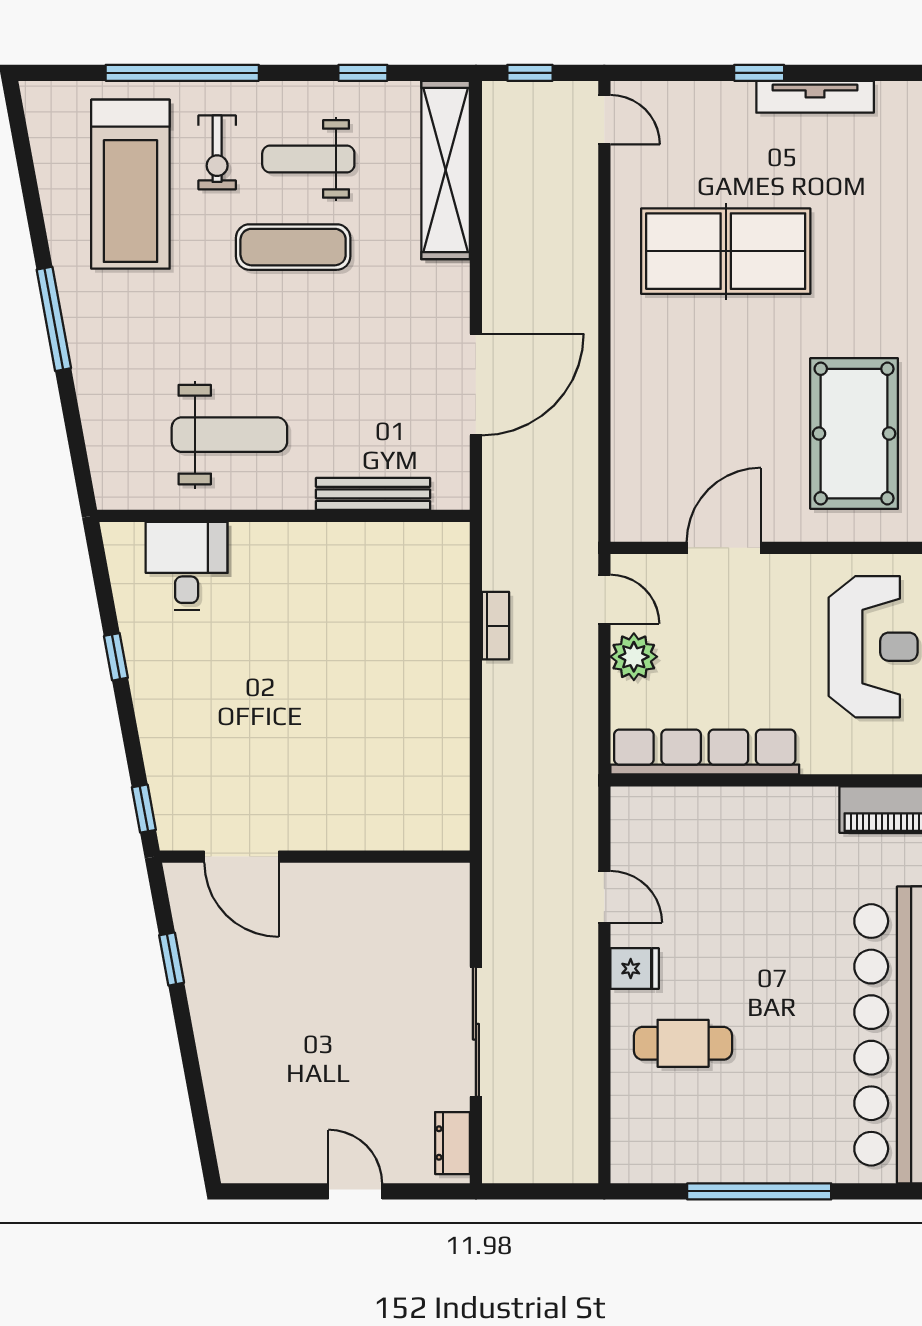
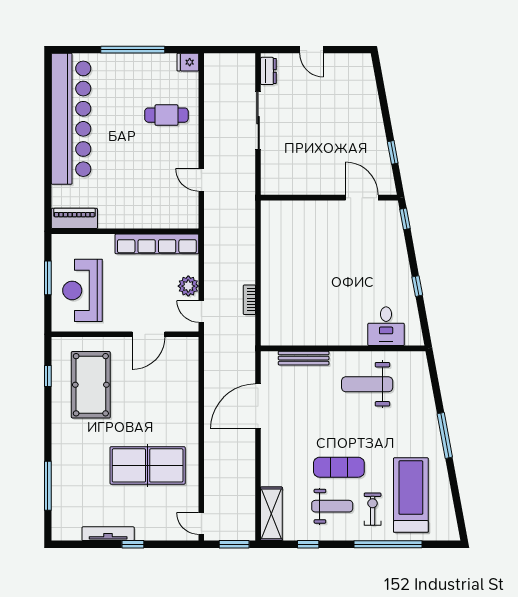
window: (530, 73) -> (234, 544), width x1.50
shelving: (446, 170) -> (271, 514), width x0.68
fridge: (635, 969) -> (188, 62), moved

